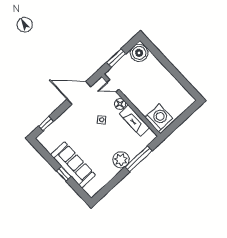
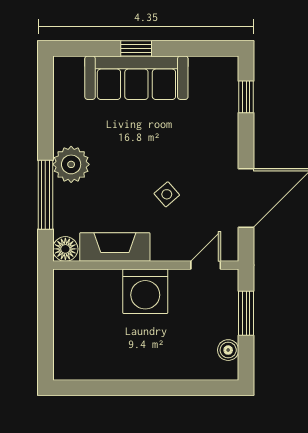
boiler: (139, 53) -> (228, 350), width x0.54, depth x0.54
floor lamp: (120, 104) -> (65, 249), moved
washing machine: (159, 118) -> (145, 291), moved

